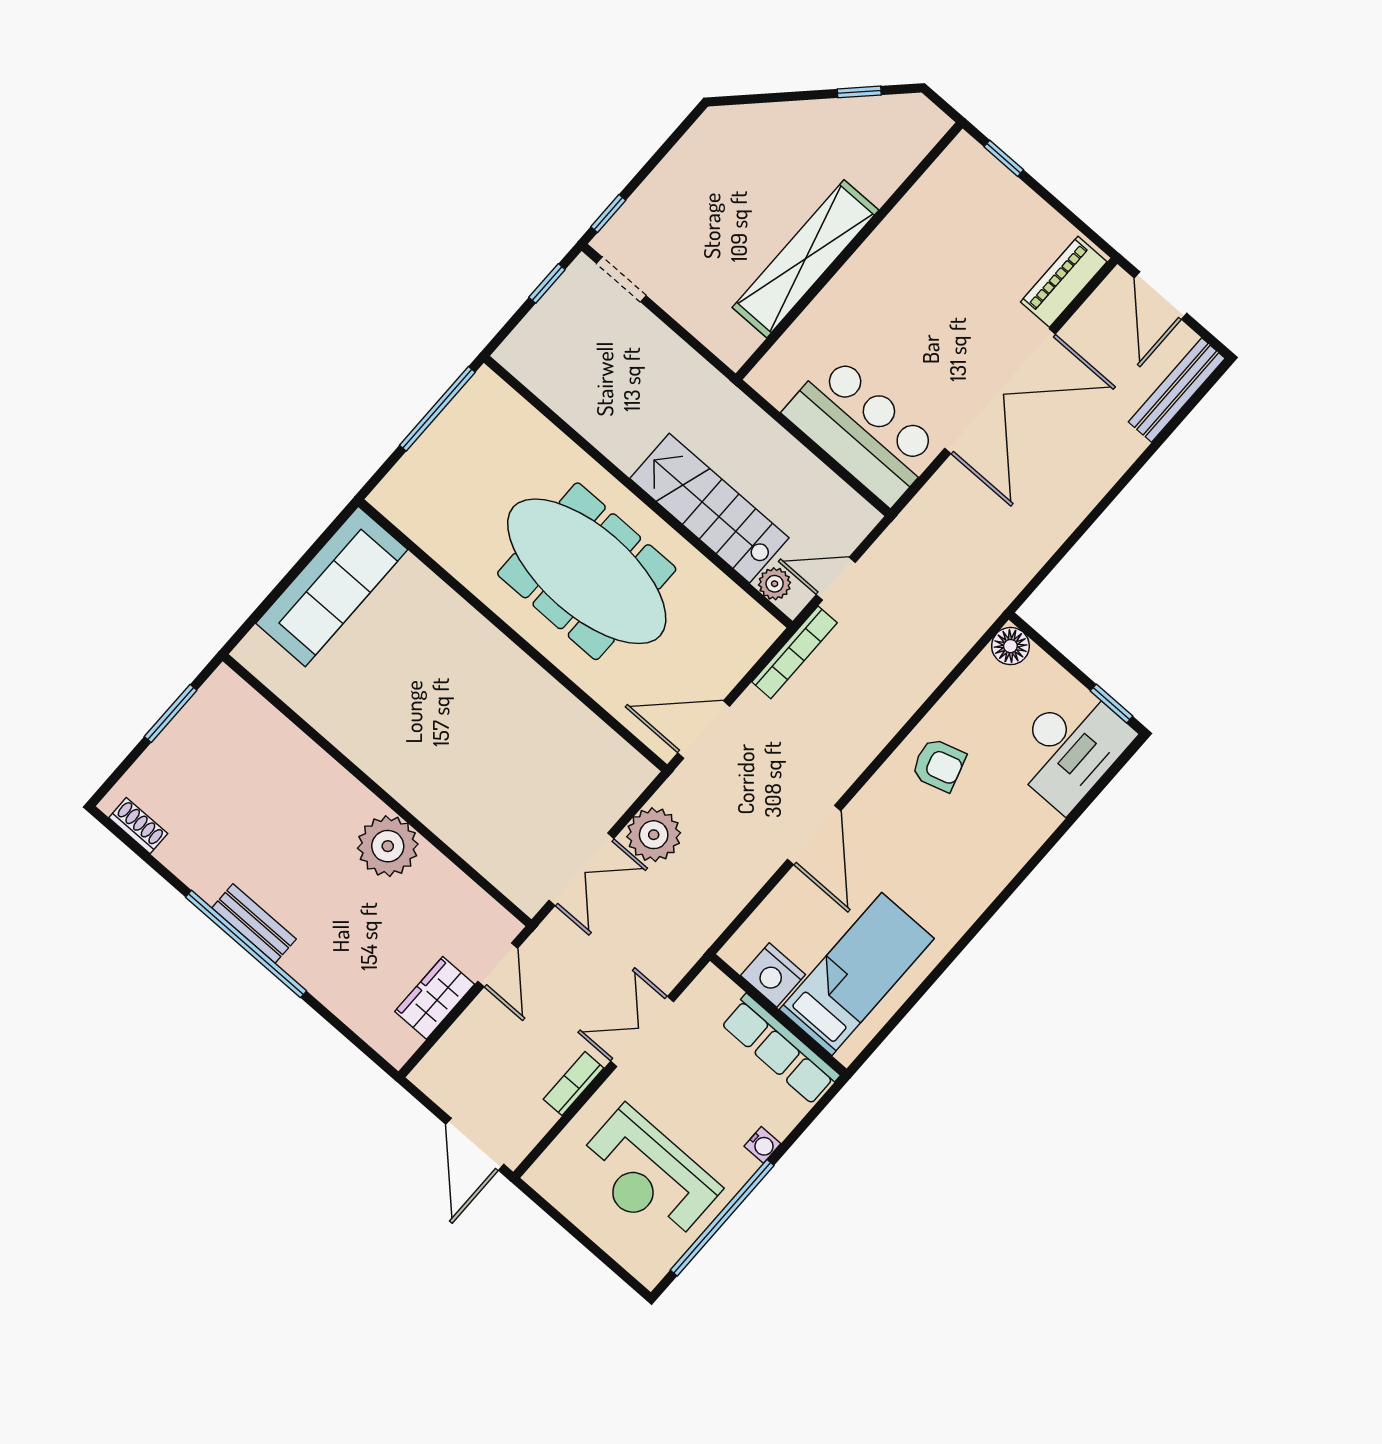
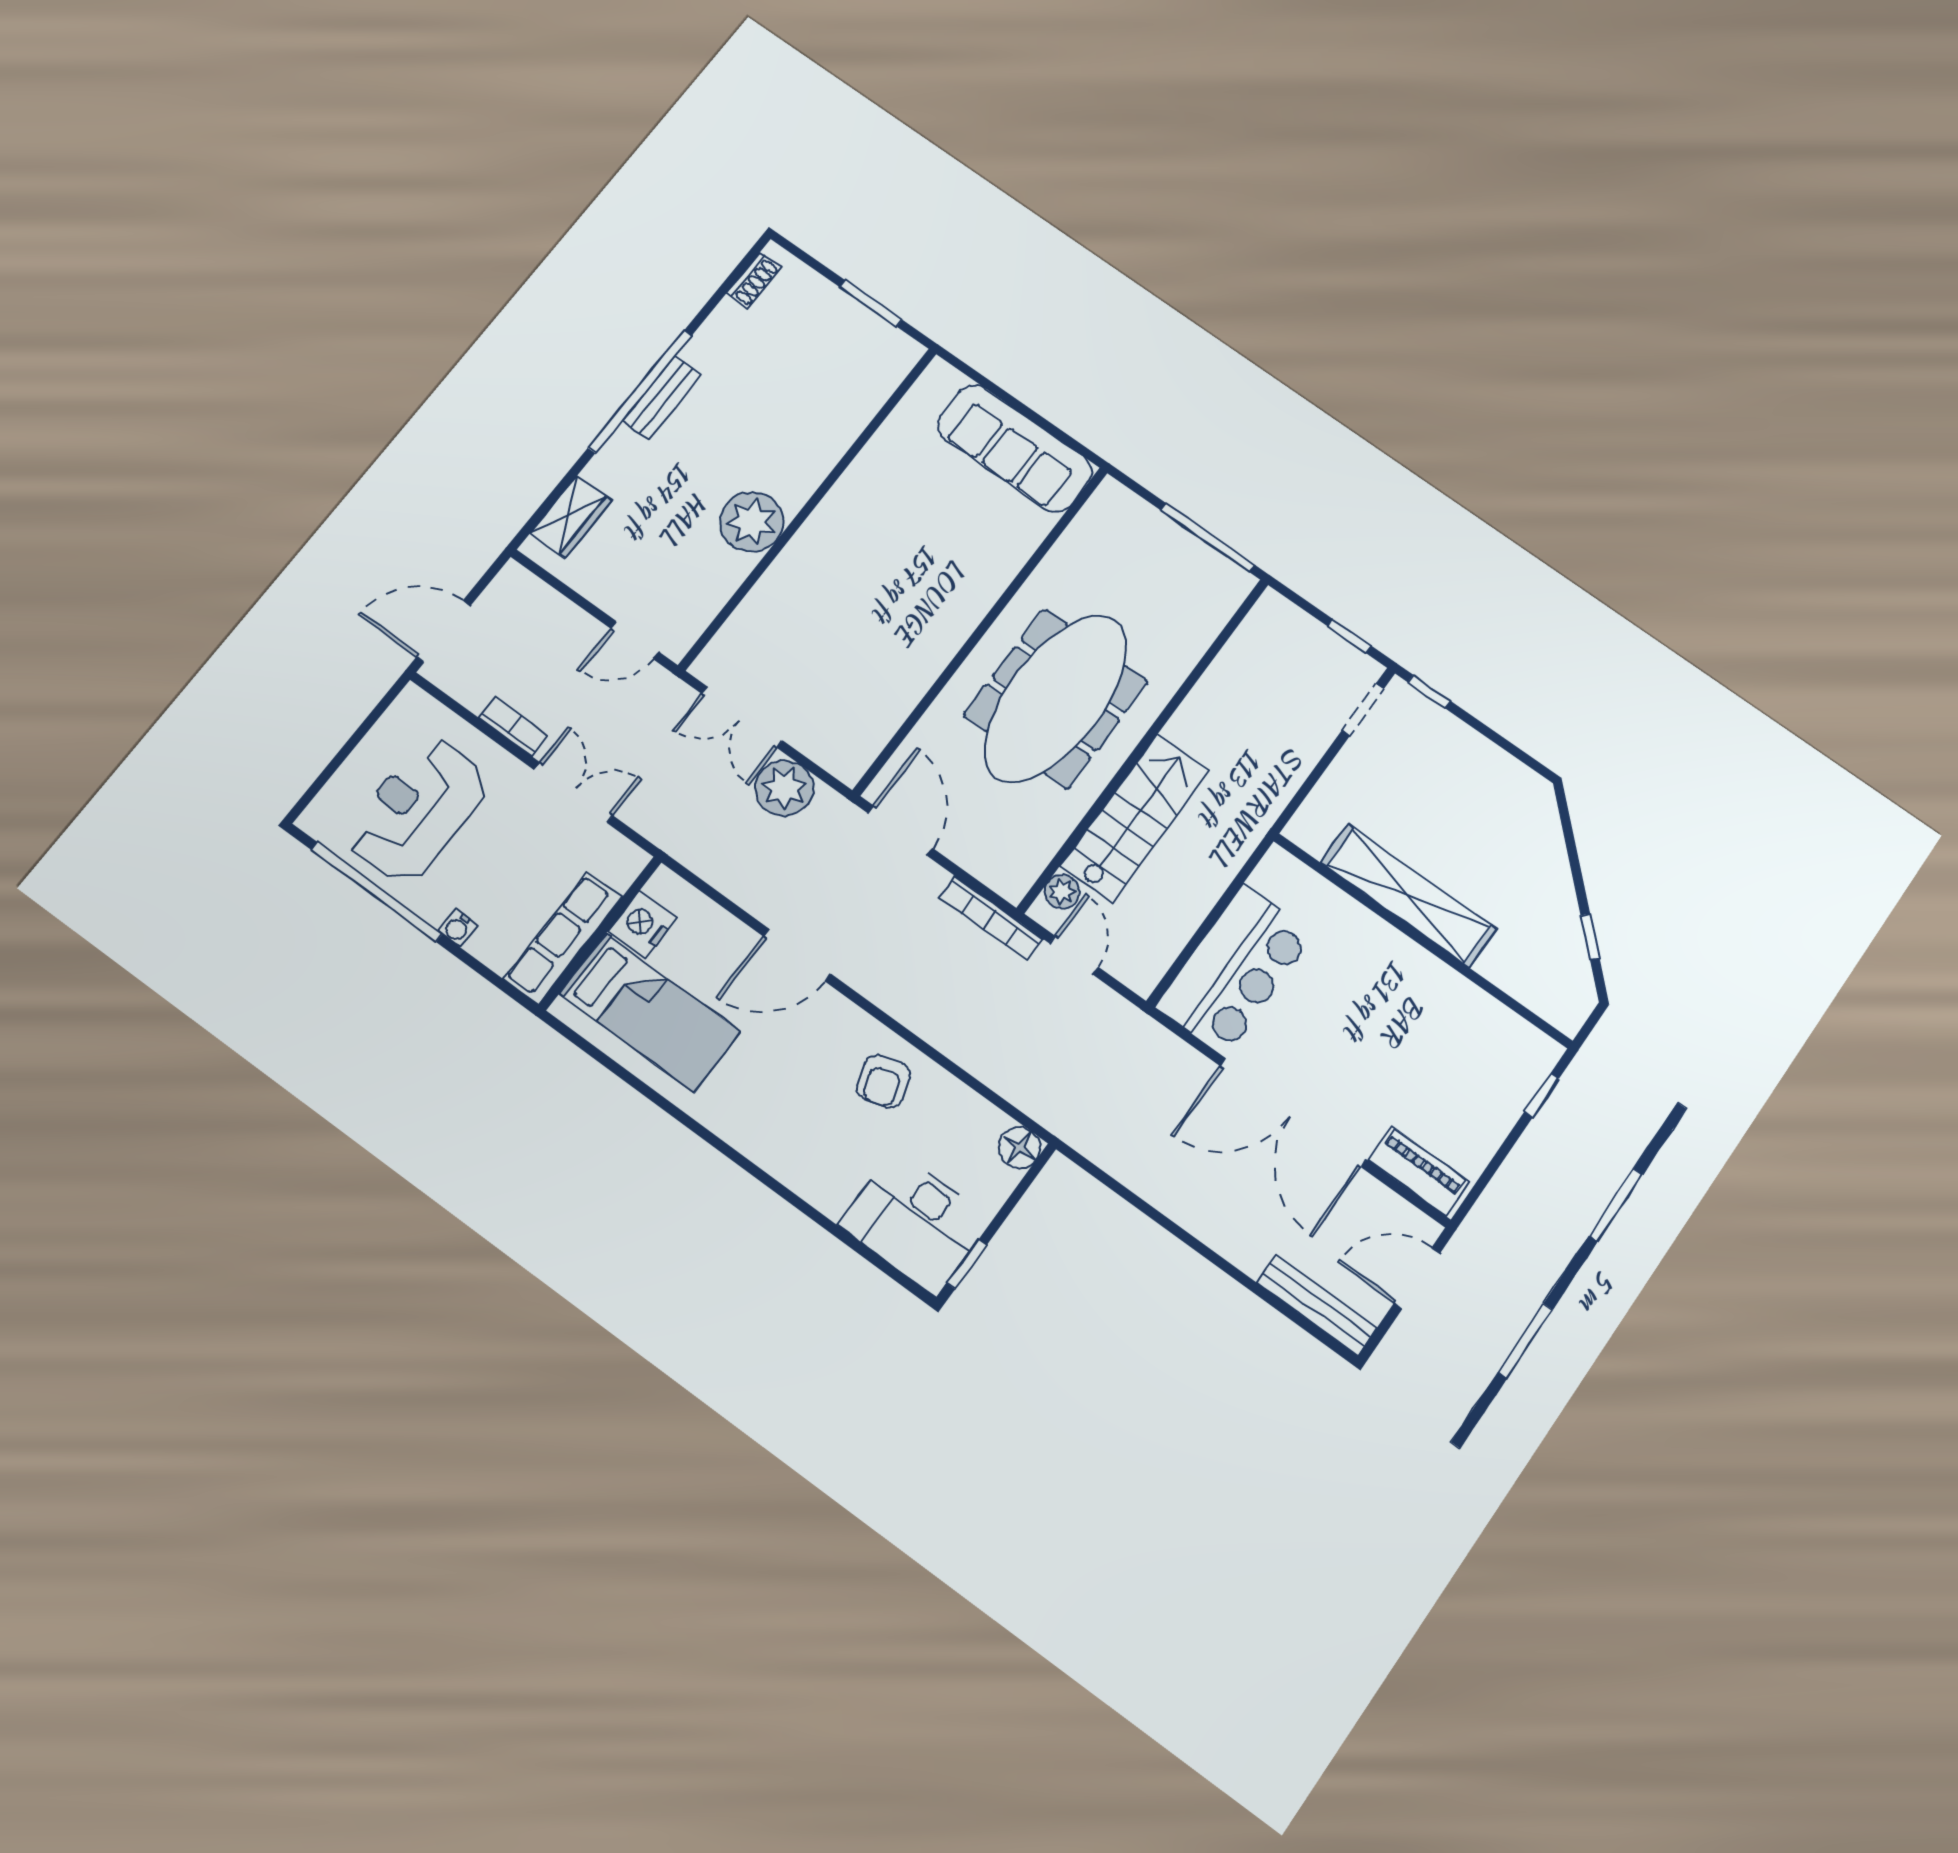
wardrobe: (435, 998) -> (571, 517), moved, turned 90

